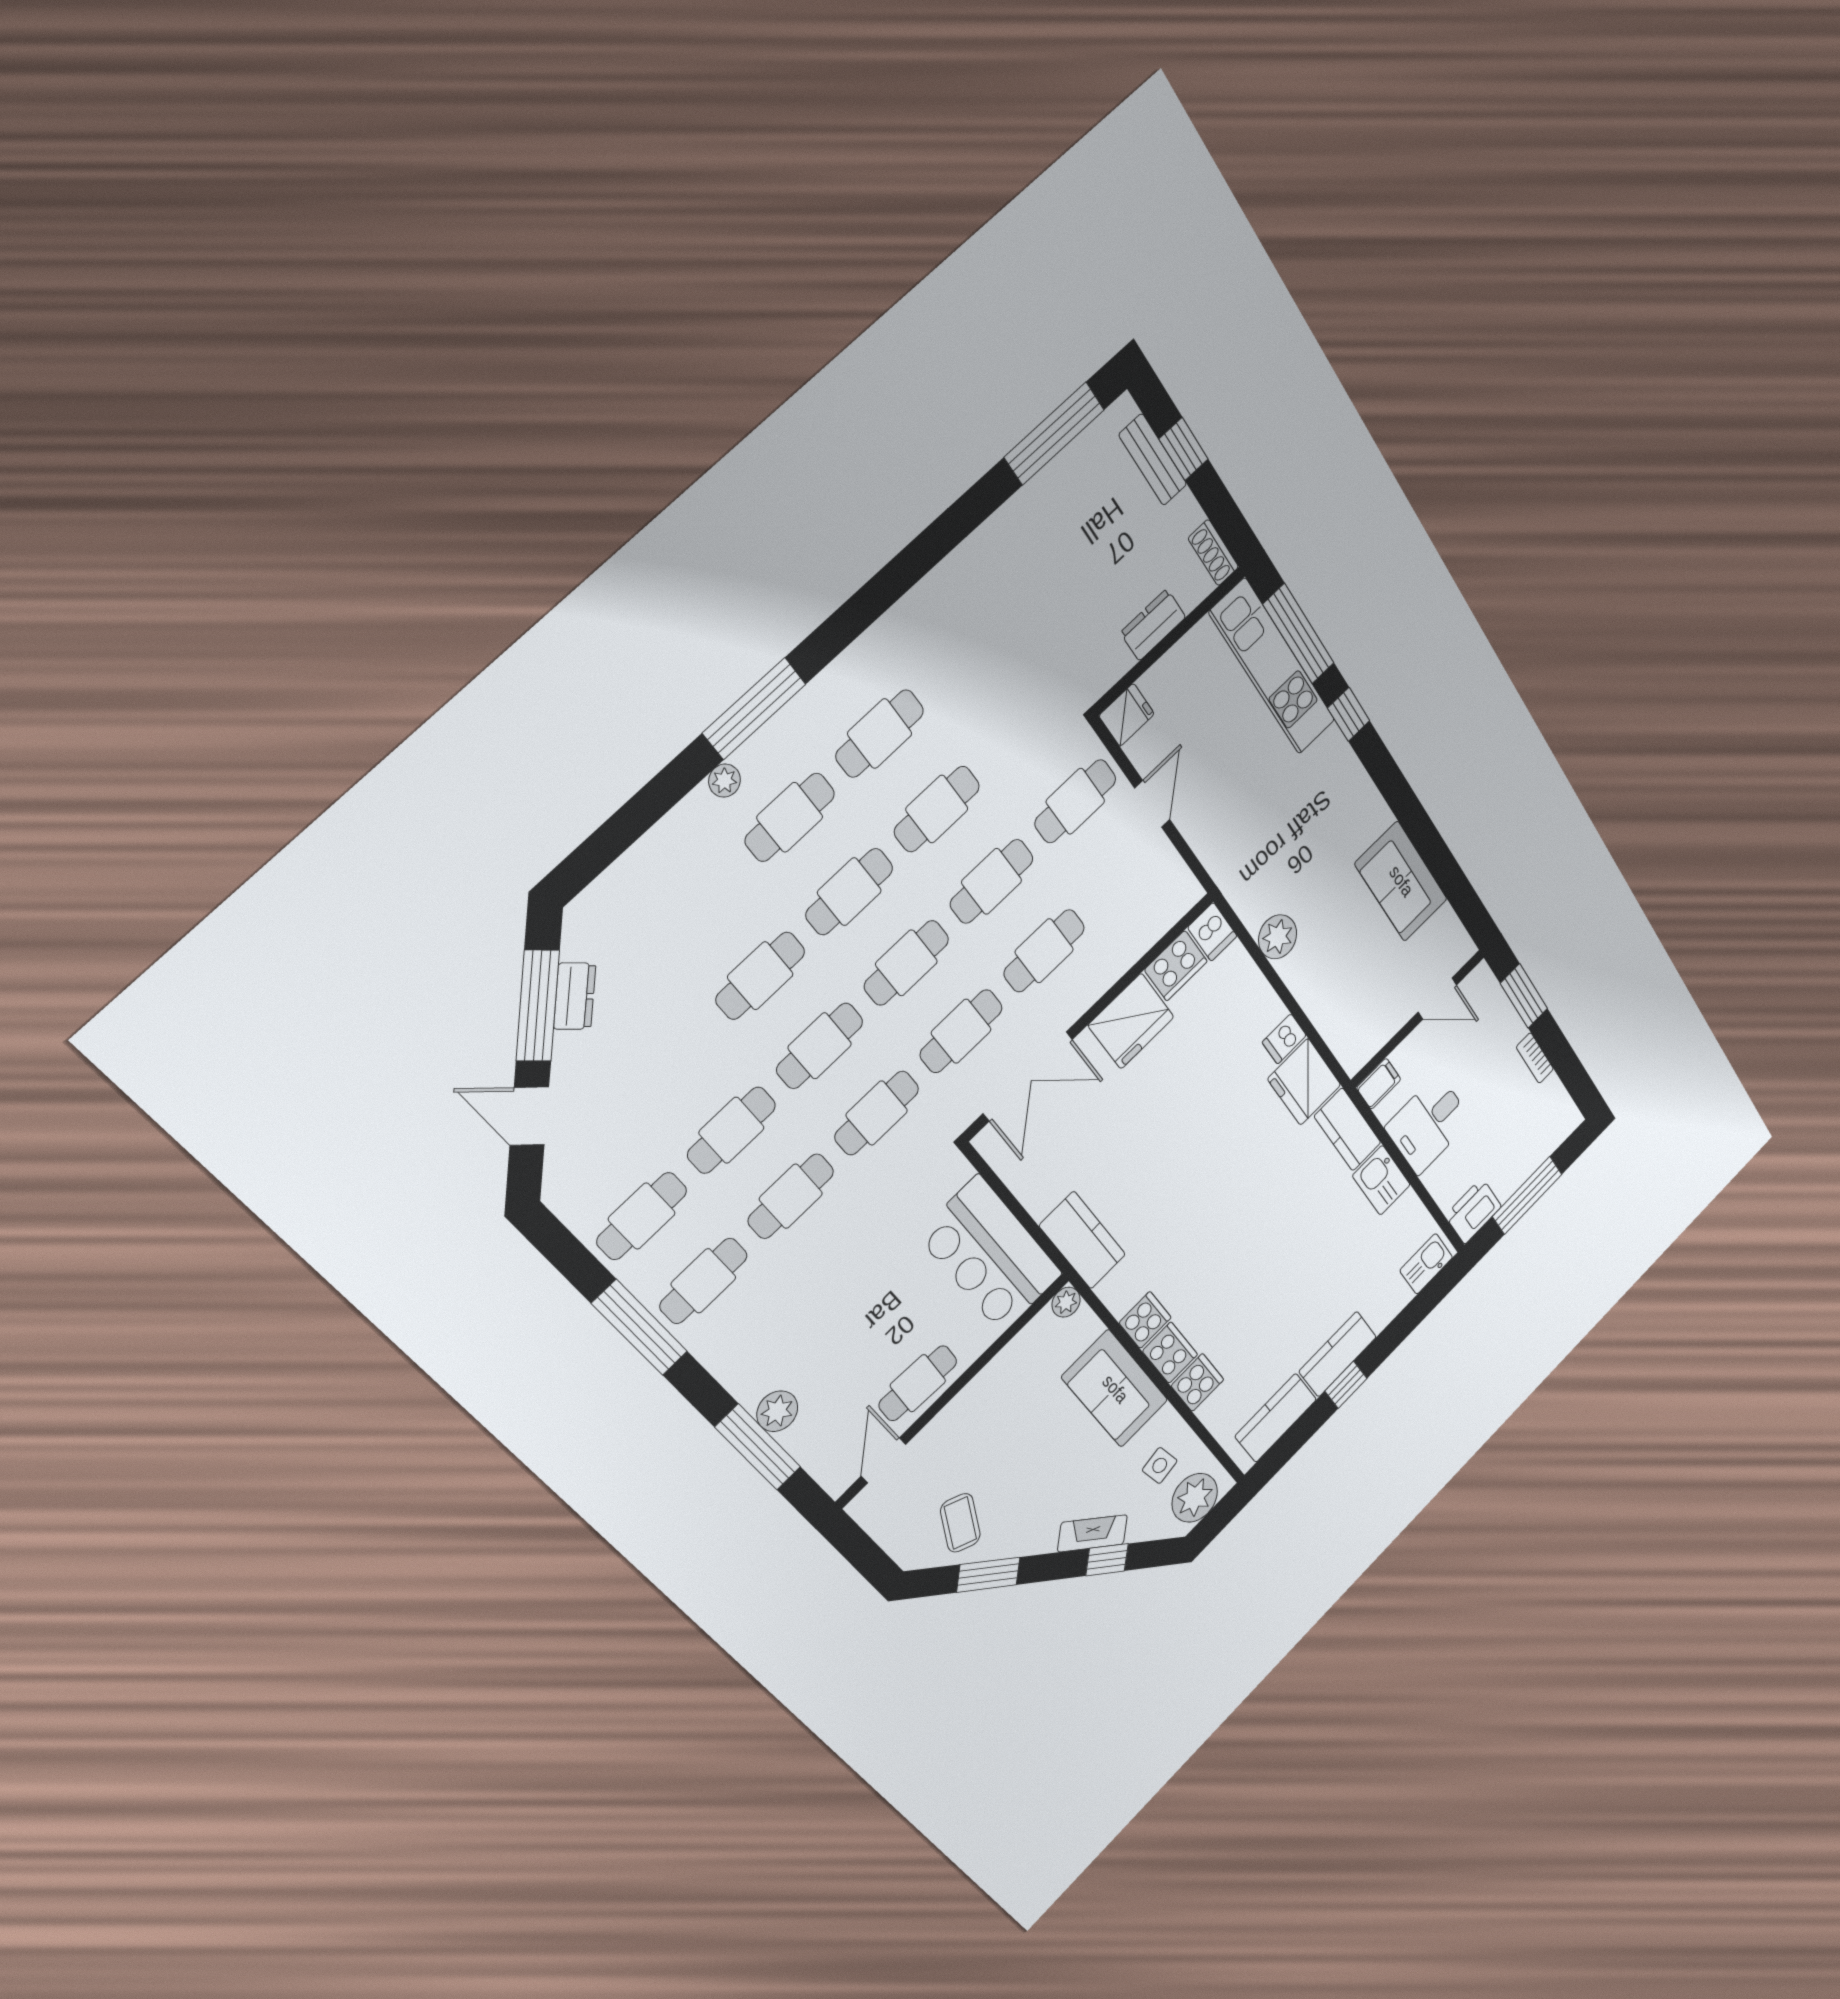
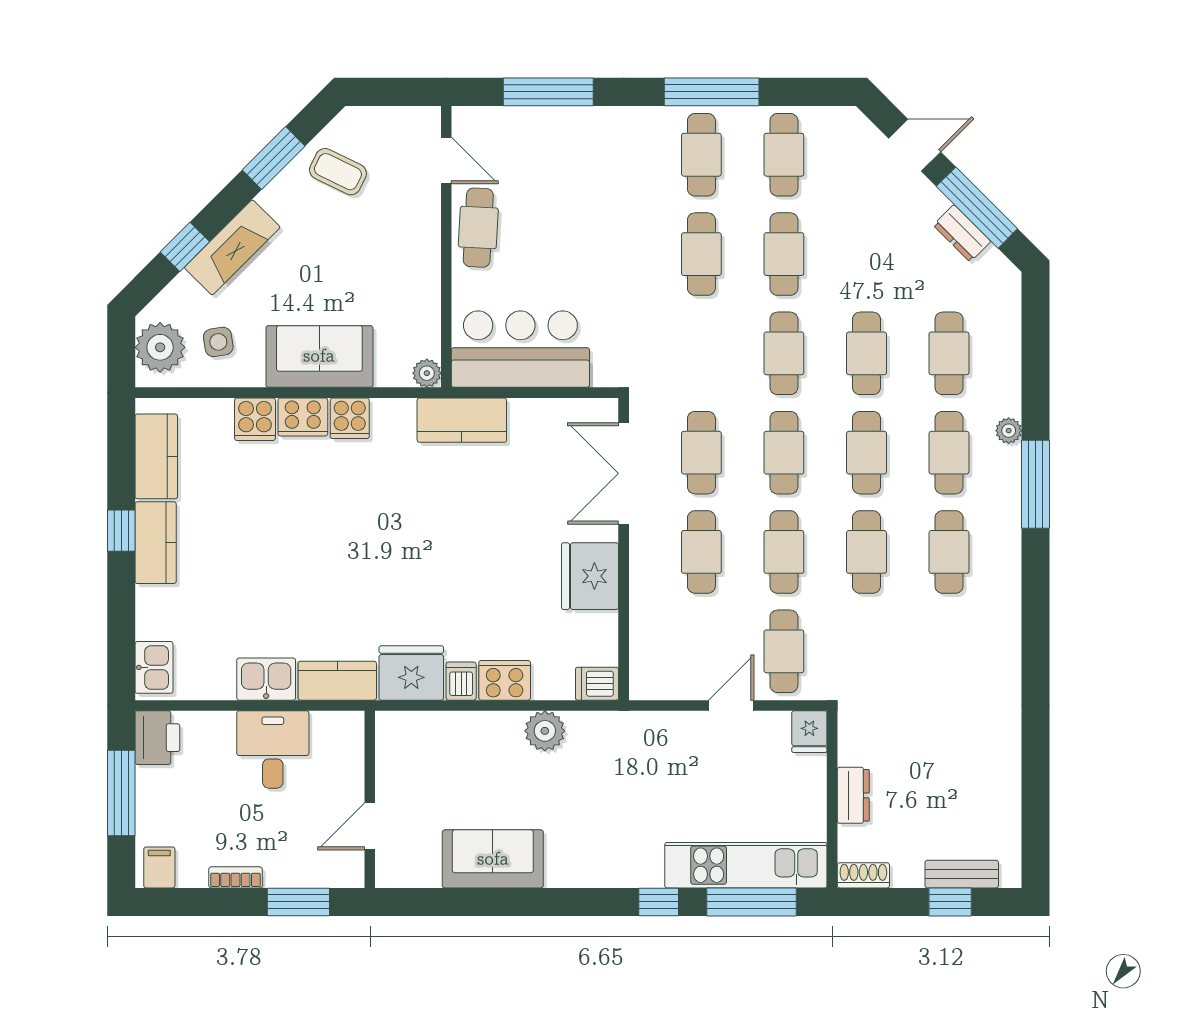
window: (1054, 433) -> (1036, 815), removed
door: (1152, 804) -> (731, 705), swing flipped
cooker: (1176, 966) -> (505, 680), moved, turned 90
filing cabinet: (1379, 1084) -> (159, 867), moved, turned 180
cafe table: (877, 1113) -> (949, 353), moved
plant: (777, 1411) -> (560, 124), removed
fireplace: (1093, 1533) -> (232, 247), width x1.37, depth x1.32

